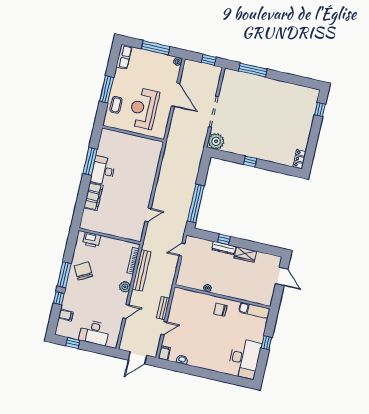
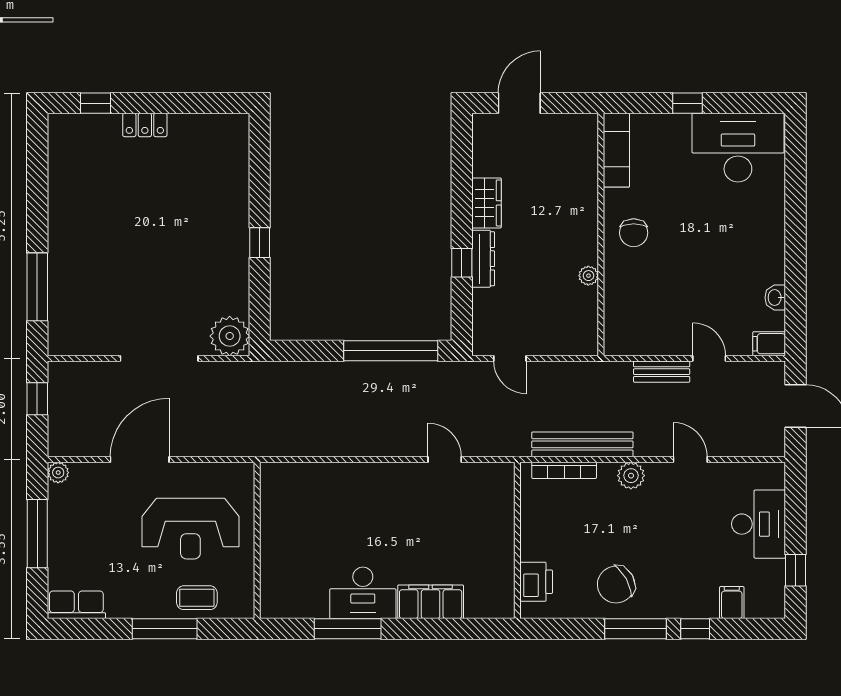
locker: (299, 159) -> (145, 125), moved

